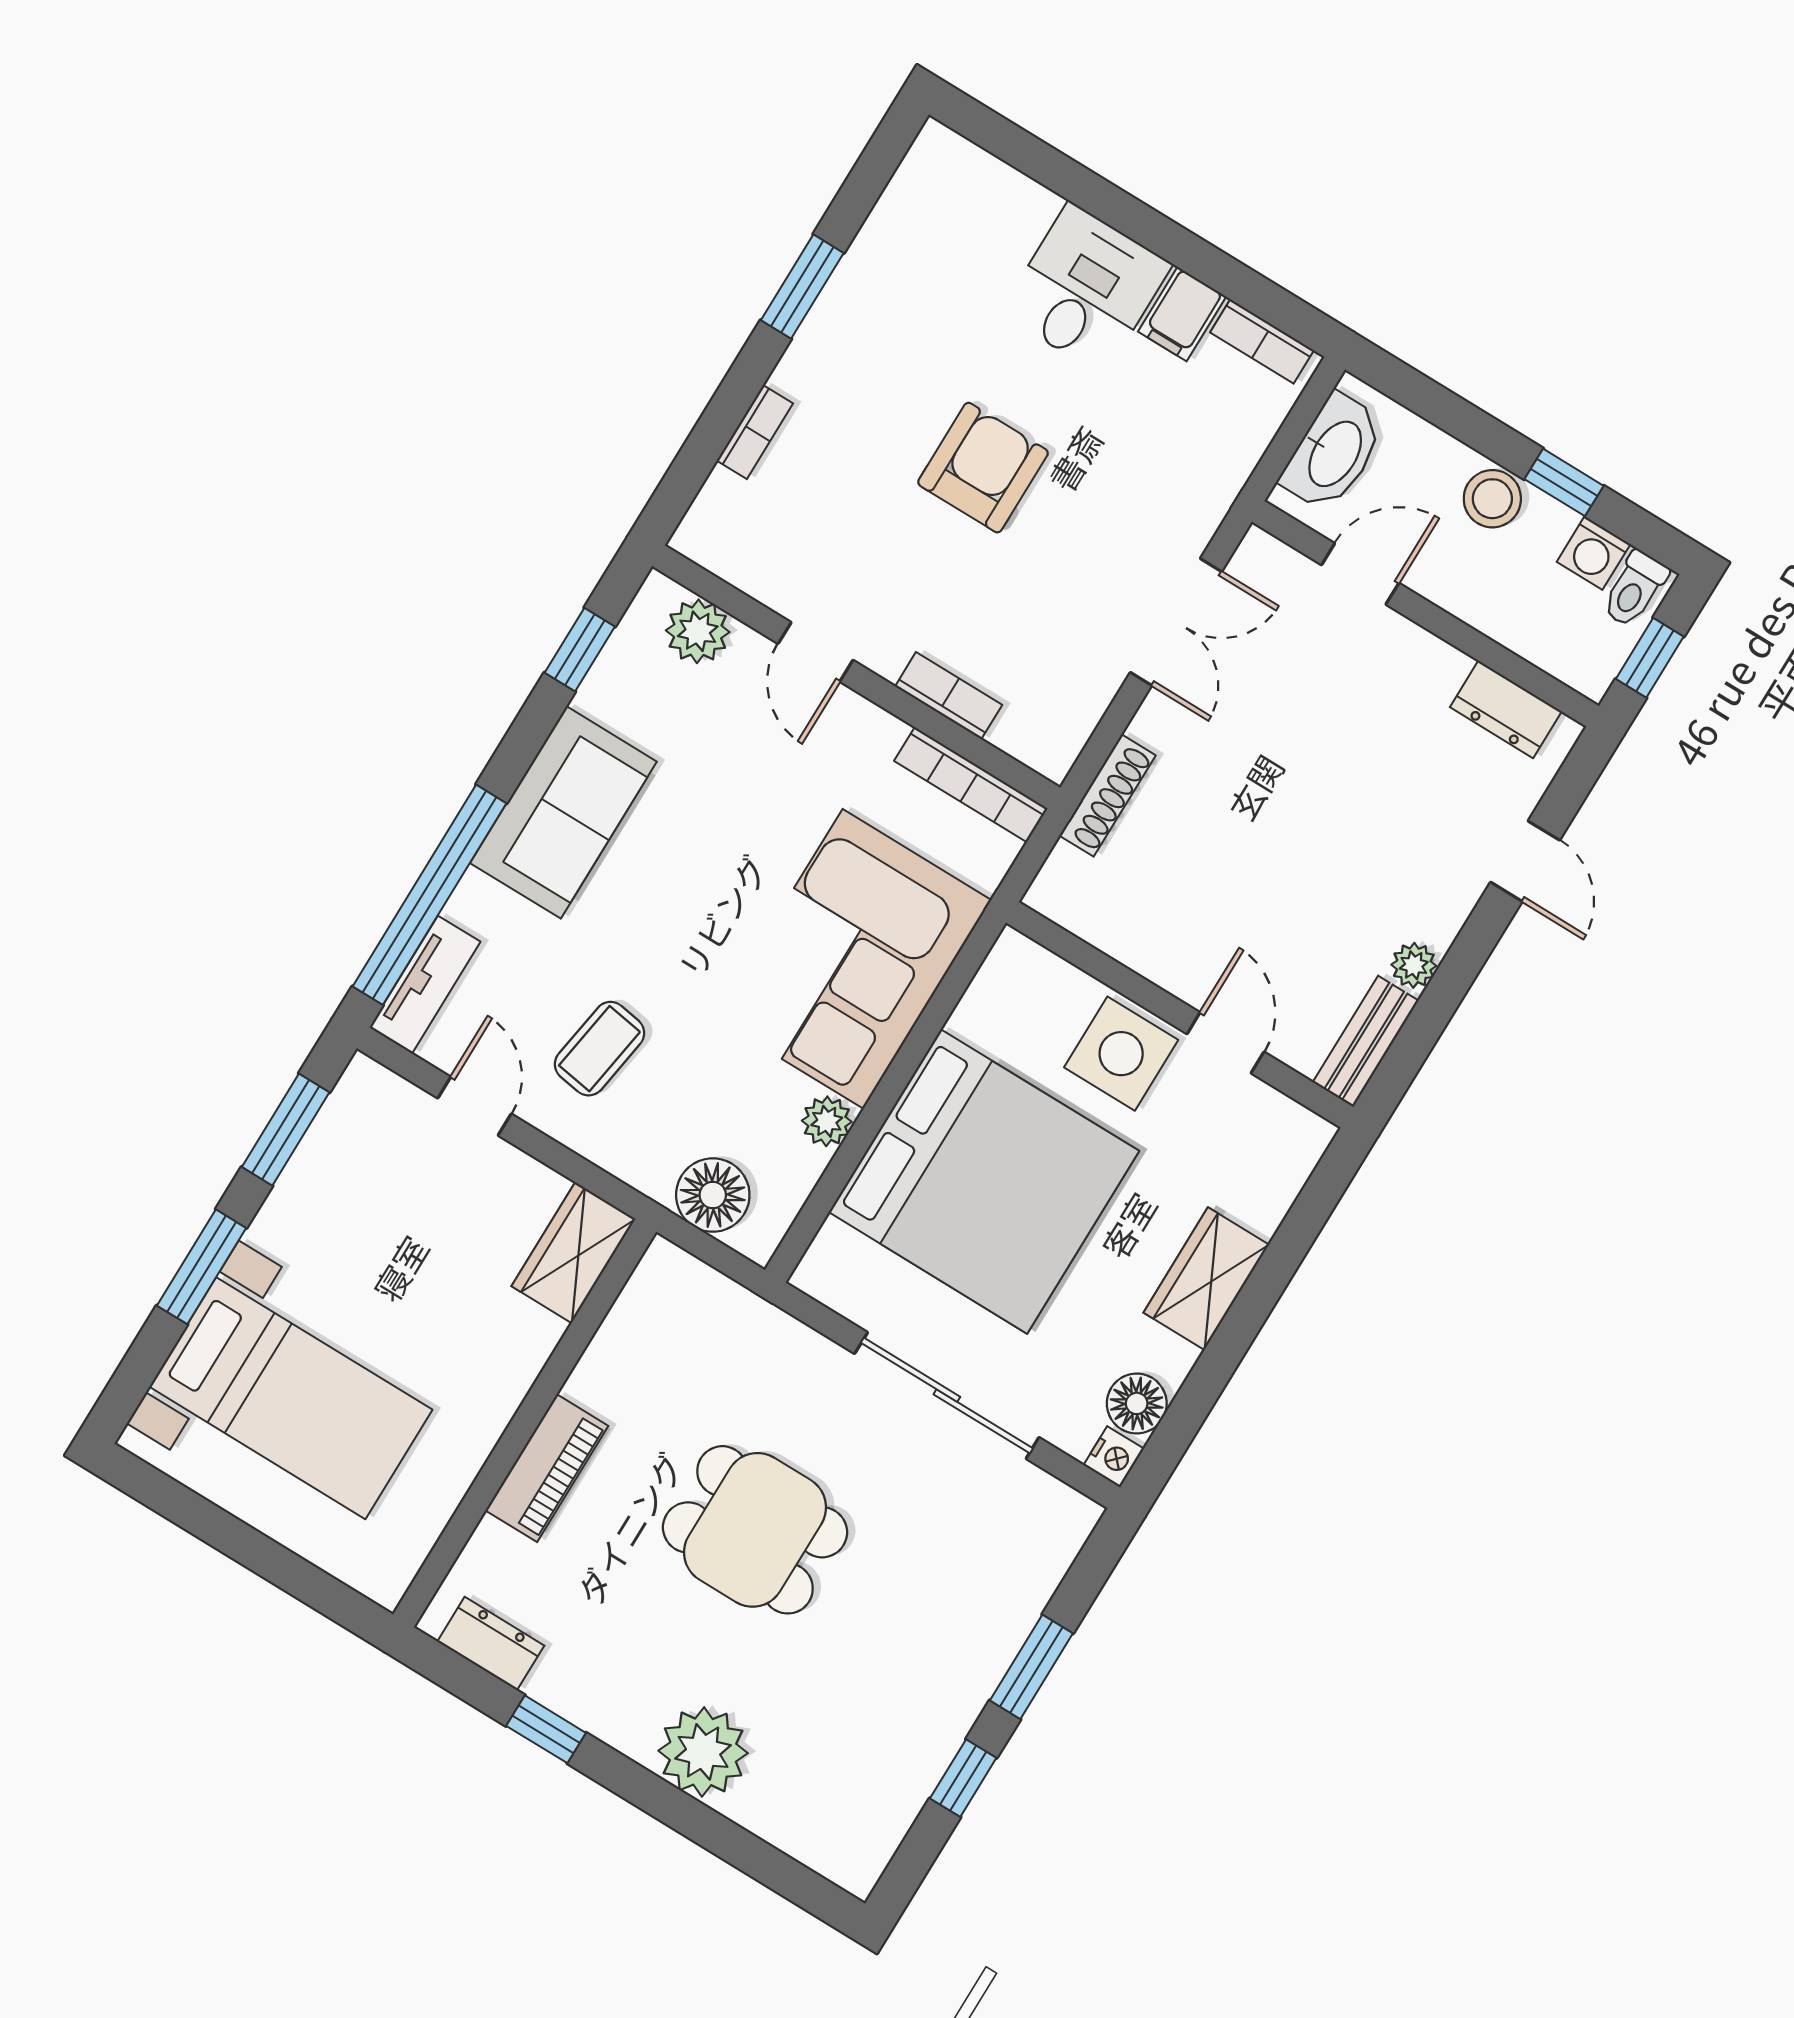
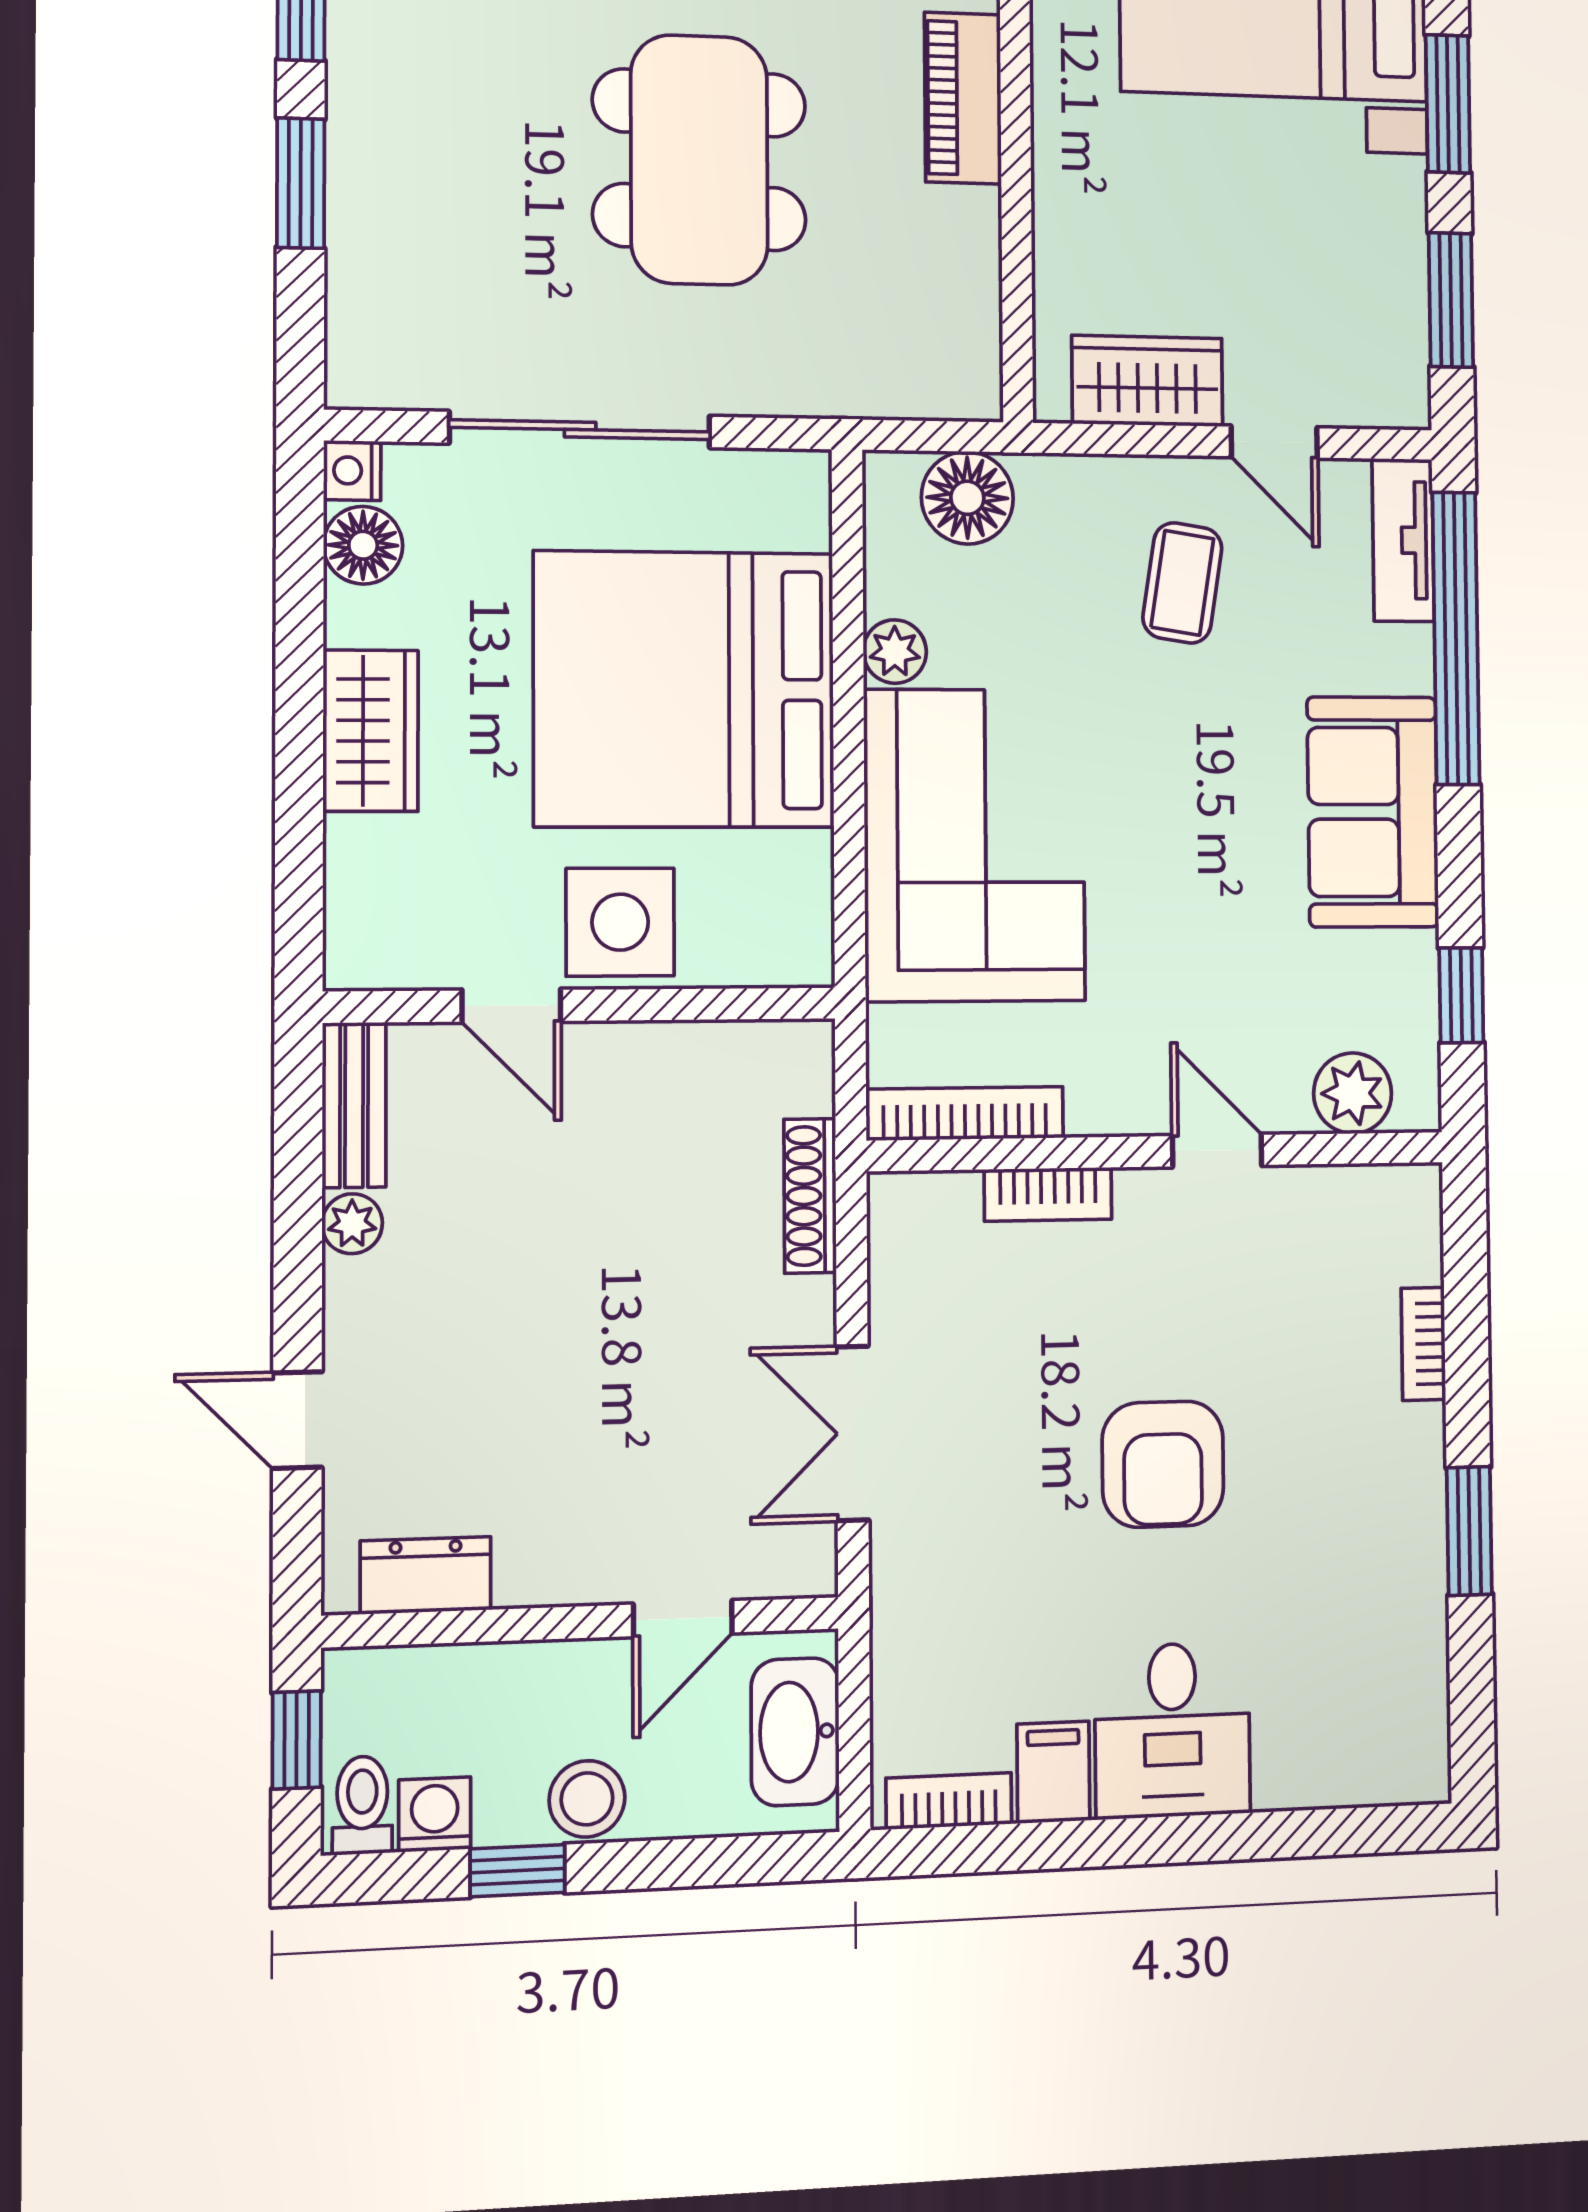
wardrobe: (574, 1253) -> (1147, 381), moved, turned -90
dining table: (755, 1530) -> (699, 160), width x1.38

